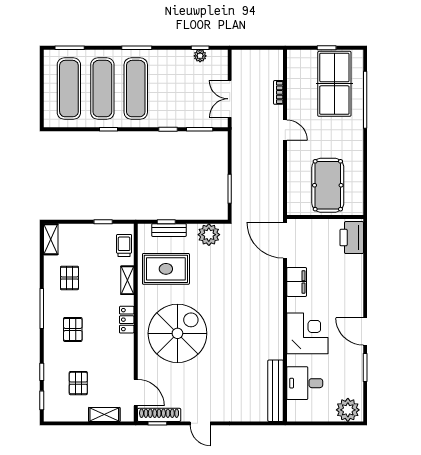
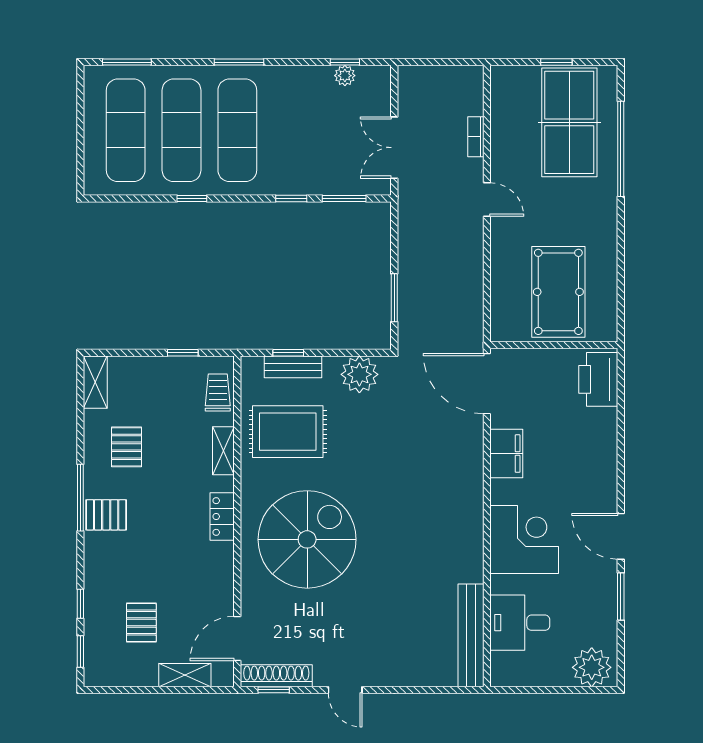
pallet: (73, 329) -> (106, 515), moved, turned 90
door: (136, 393) -> (237, 638), swing flipped

